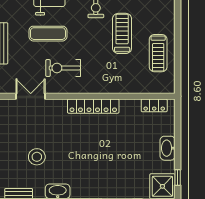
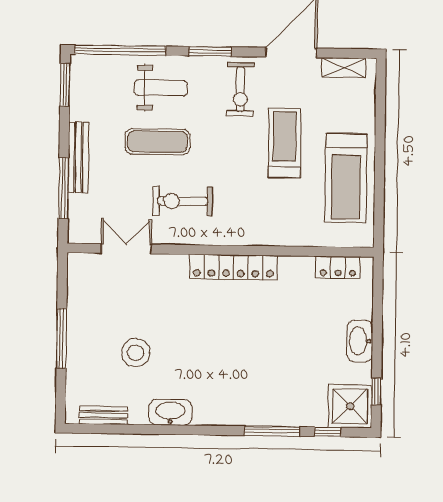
treadmill: (158, 53) -> (346, 178), width x1.37, depth x1.38

